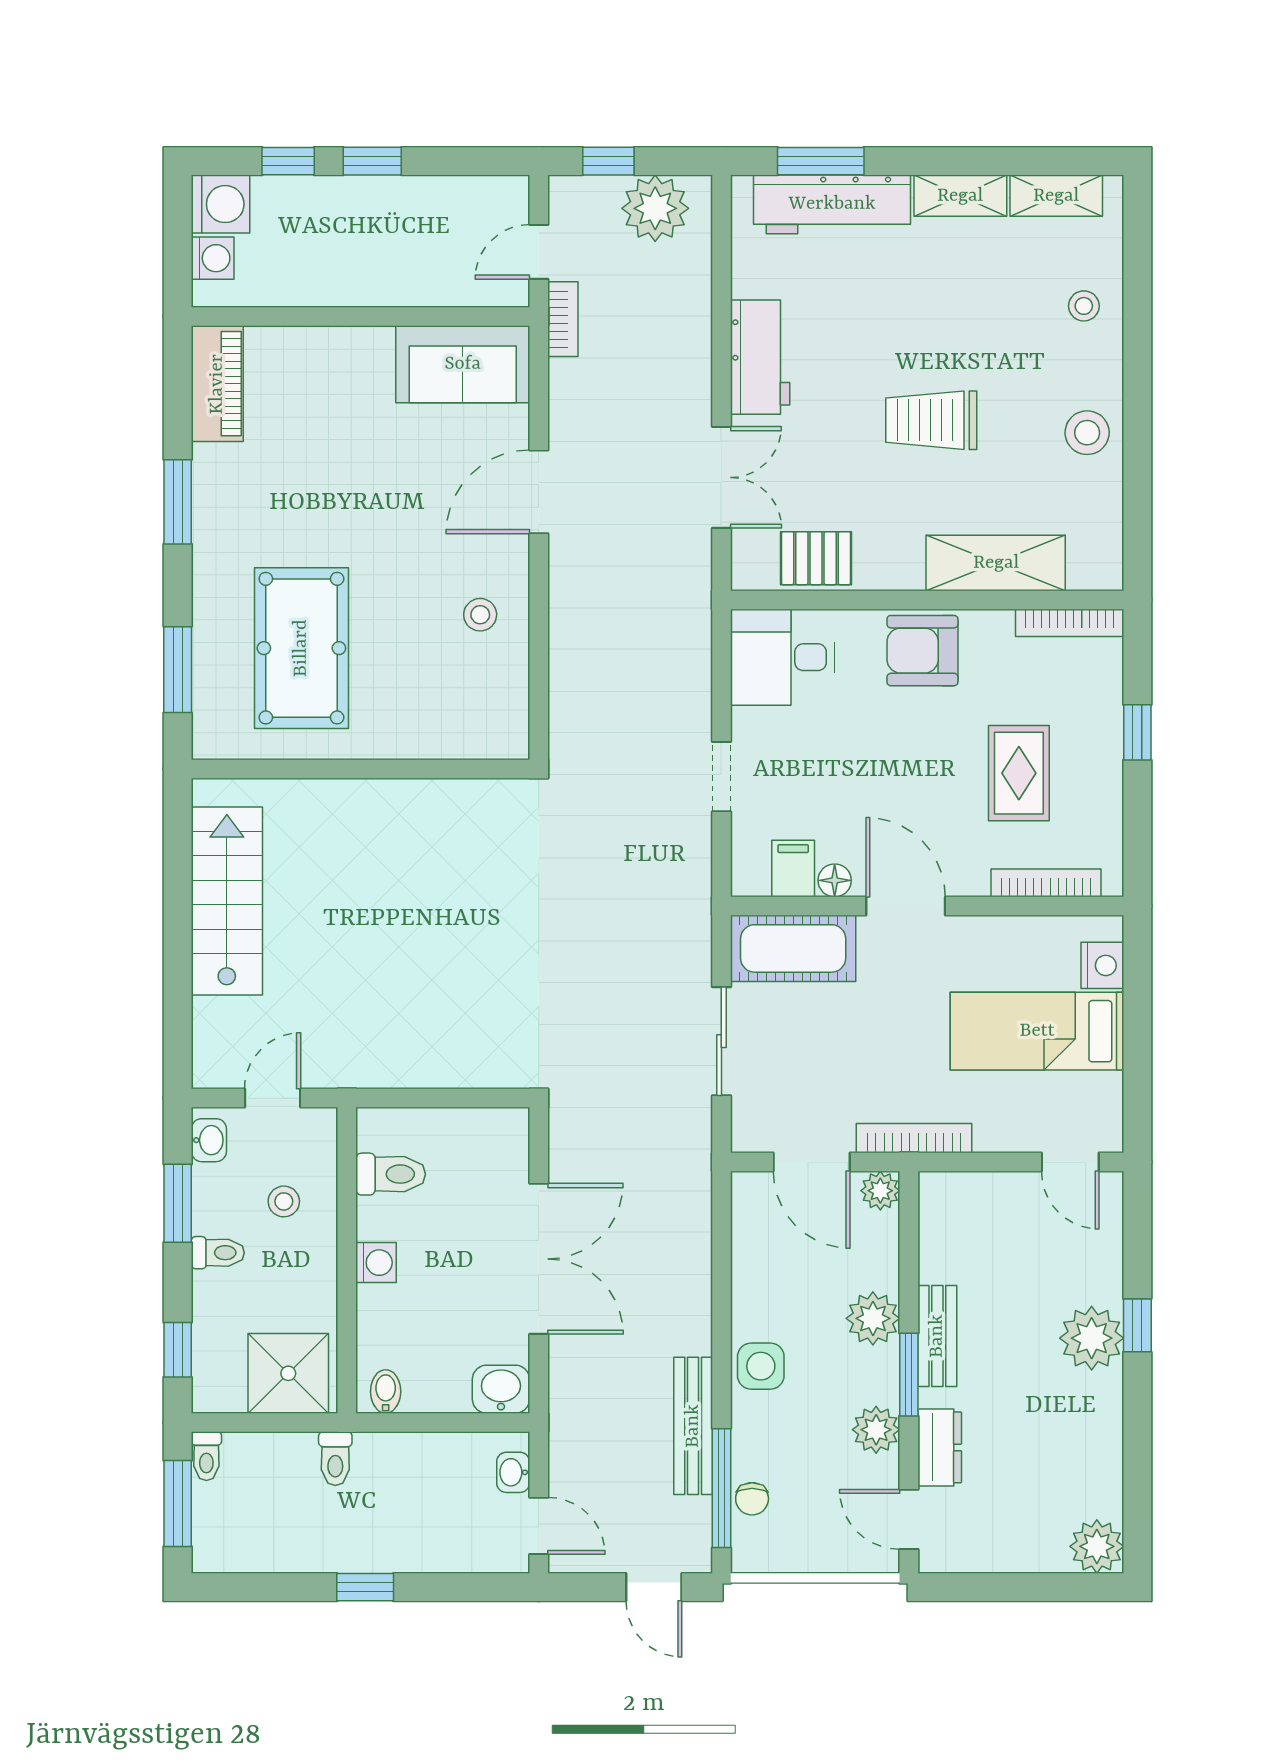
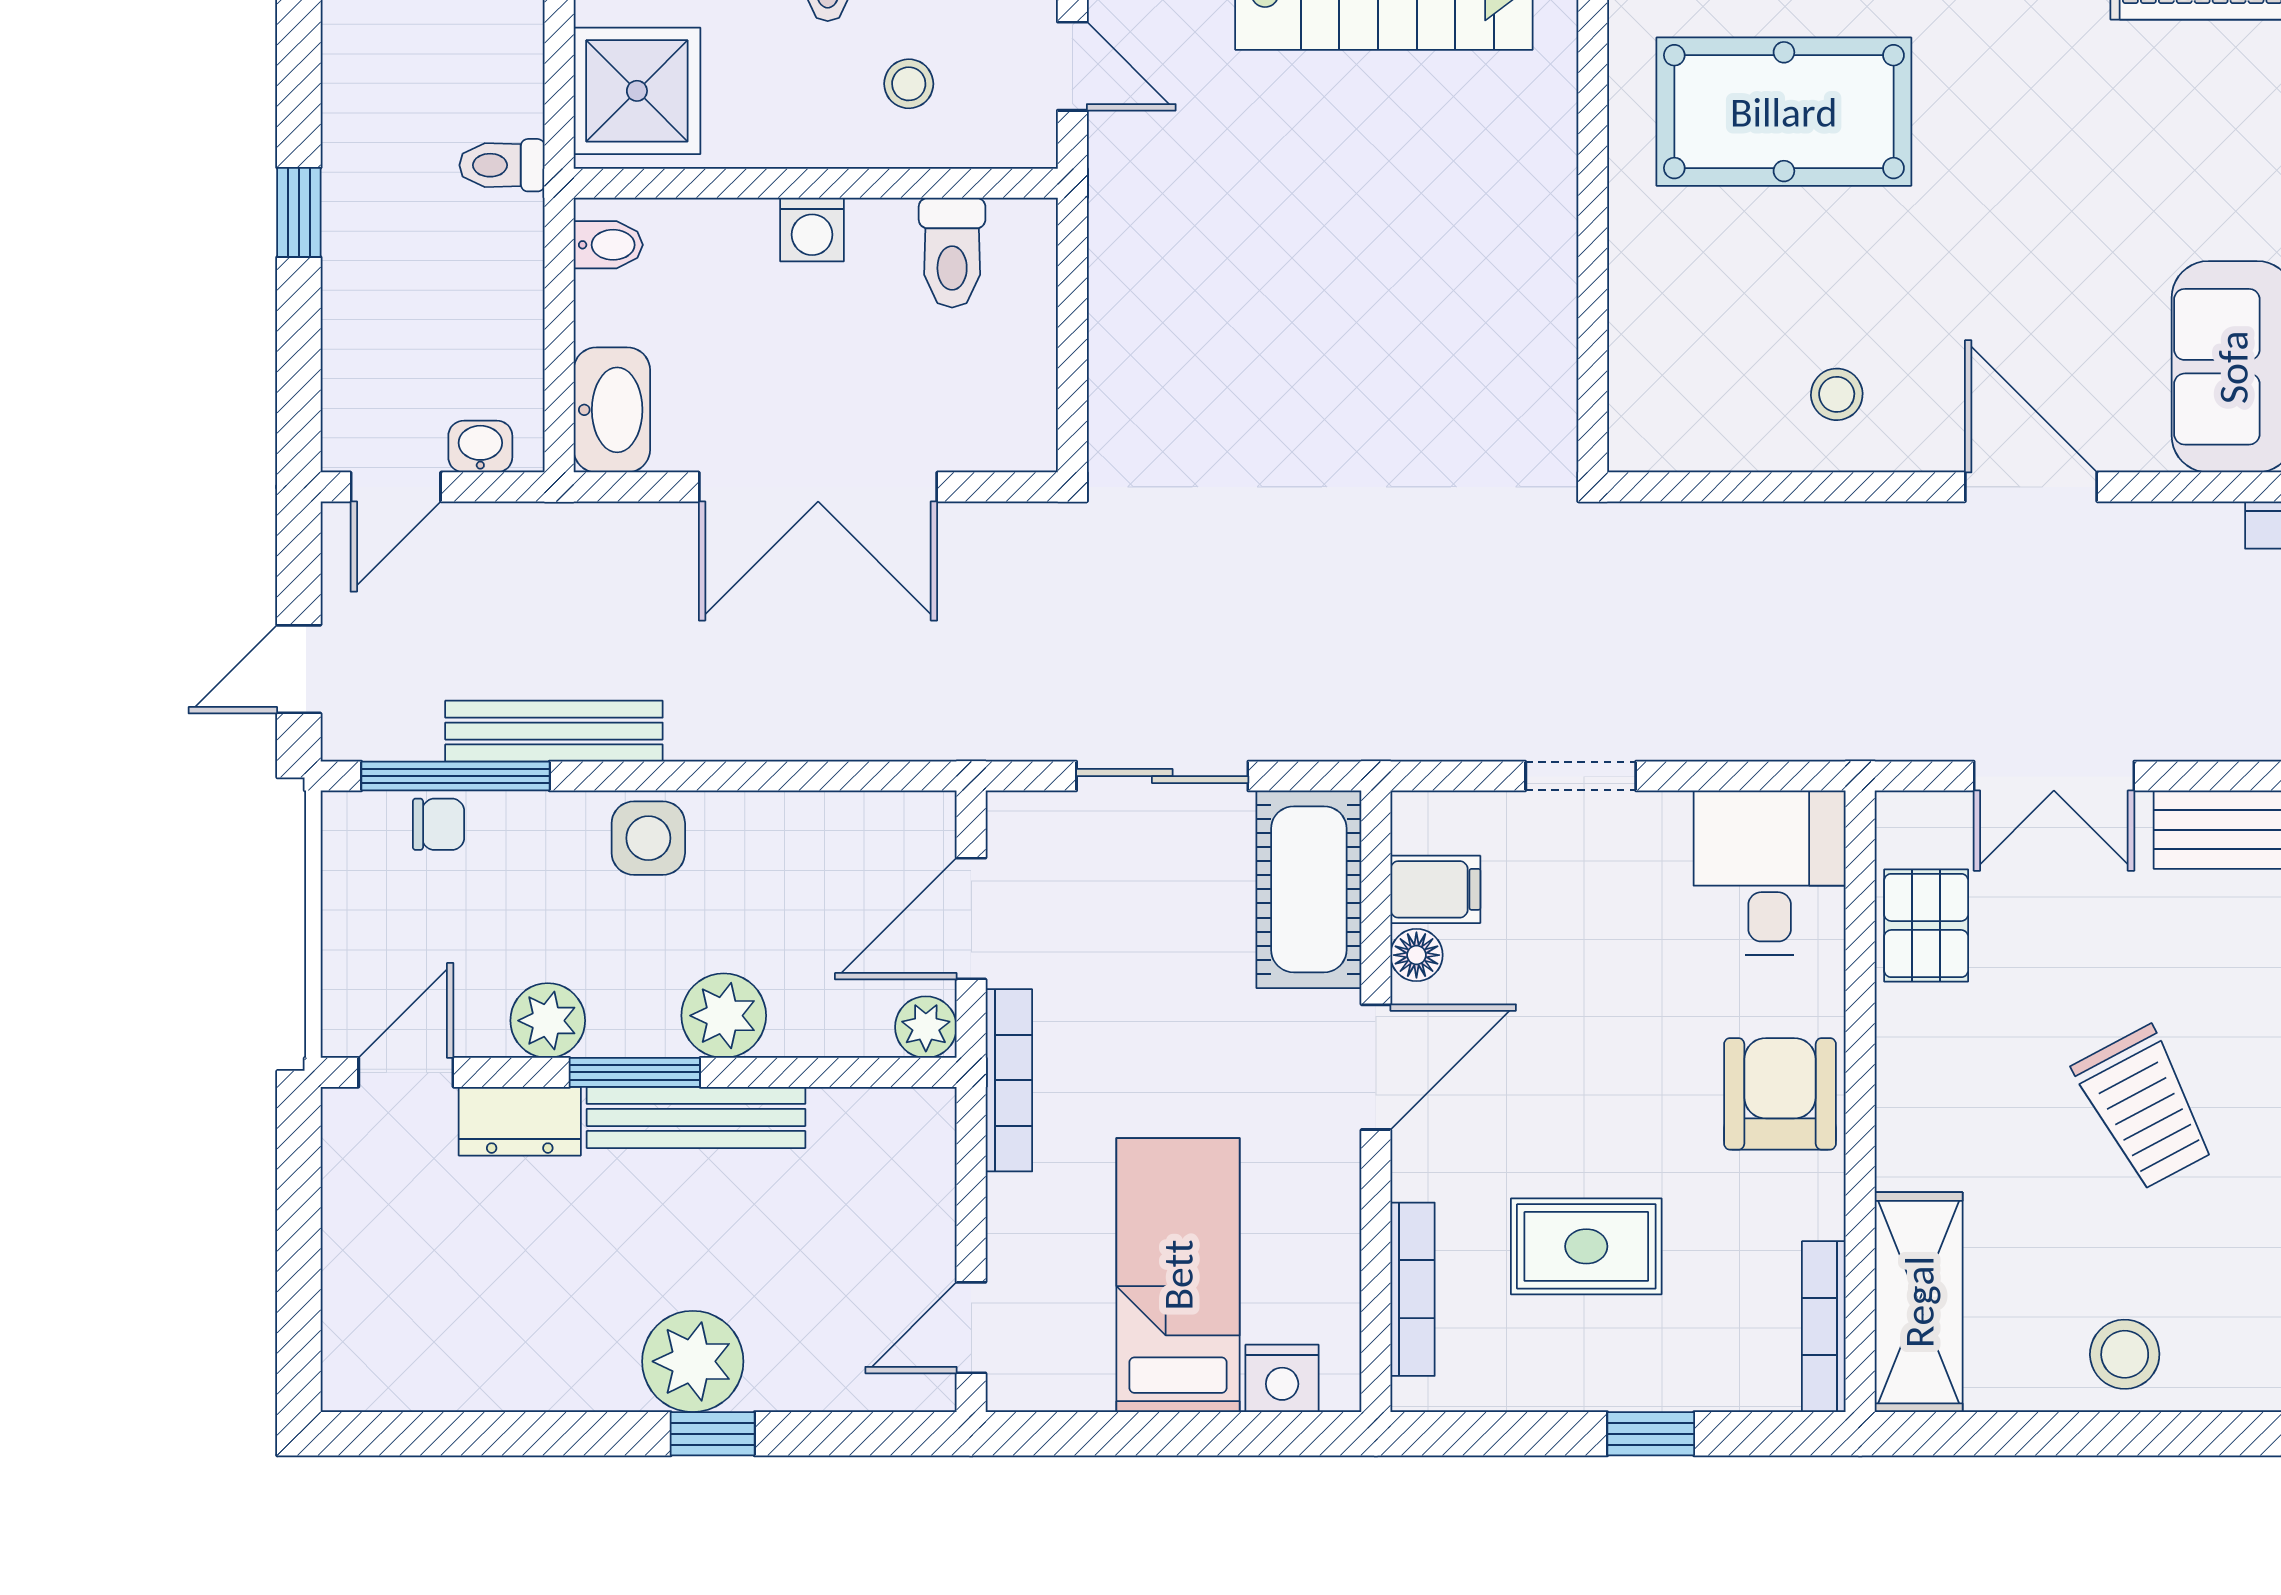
trolley: (931, 420) -> (2144, 1108), turned 152
shelving: (996, 563) -> (1919, 1302), moved
bench: (937, 1336) -> (696, 1117), width x1.36
washbasin: (501, 1389) -> (612, 410), width x1.38
chair: (752, 1499) -> (439, 824), turned 180
plant: (1097, 1546) -> (363, 1370), removed

